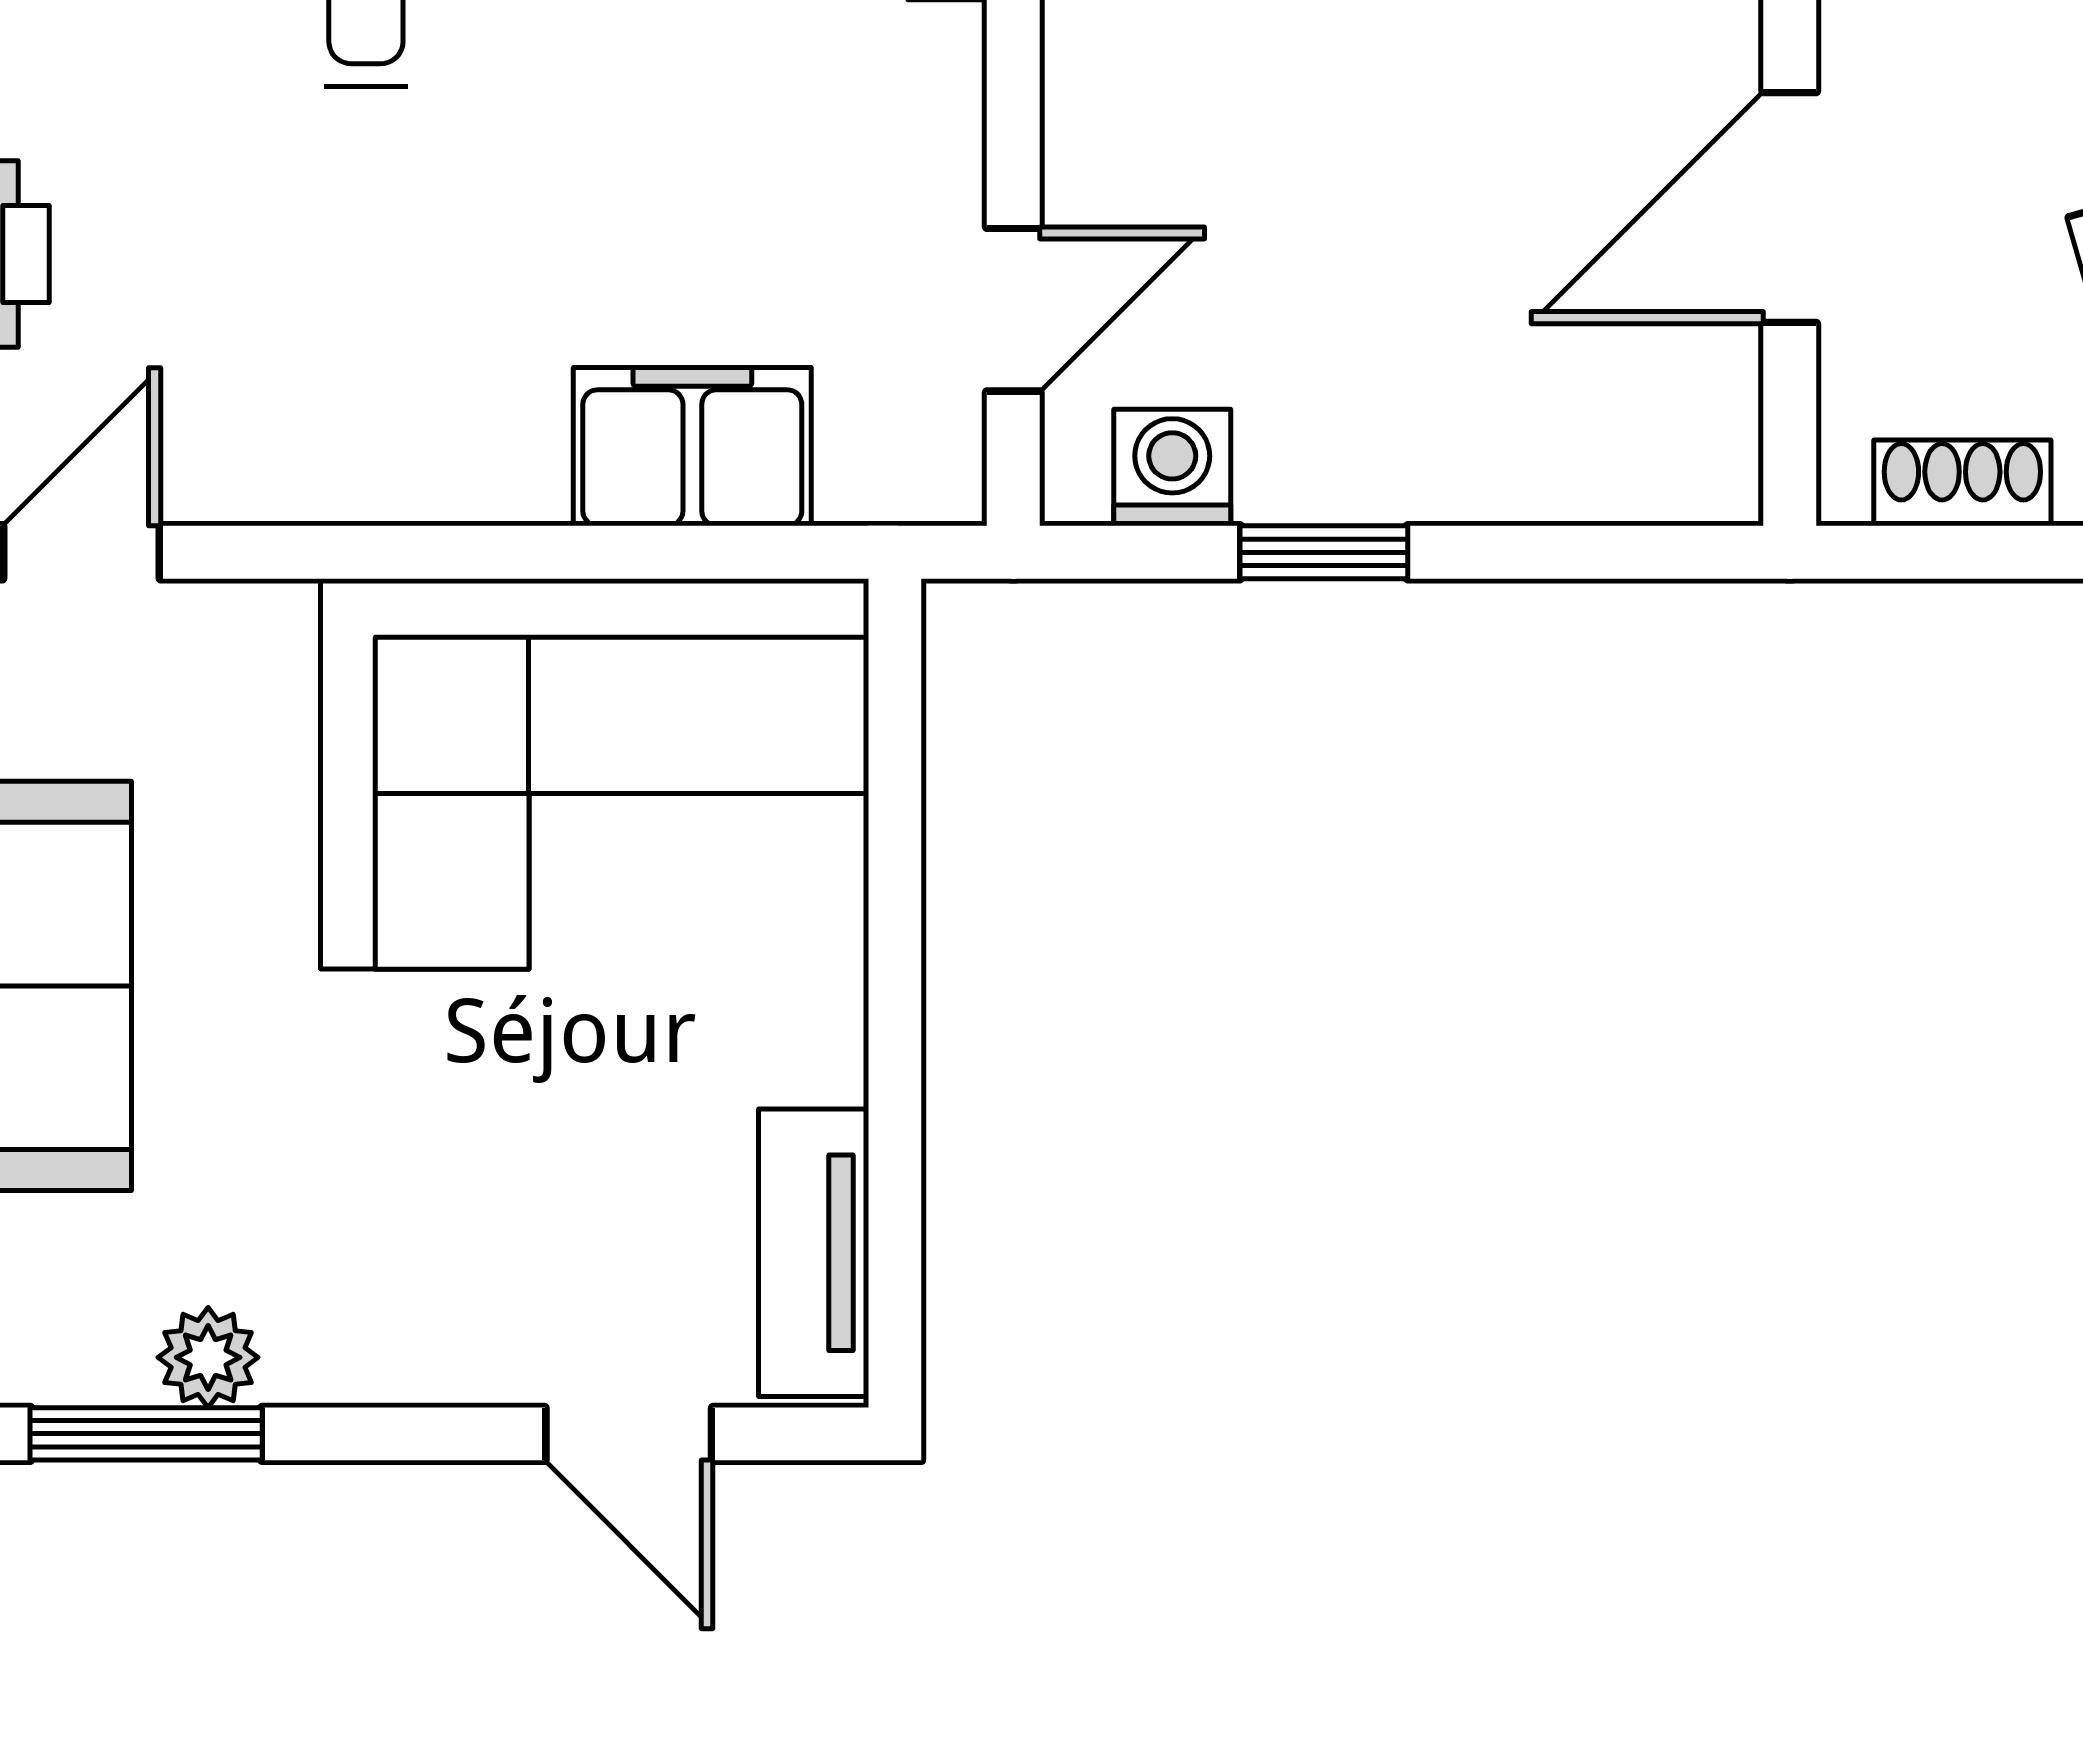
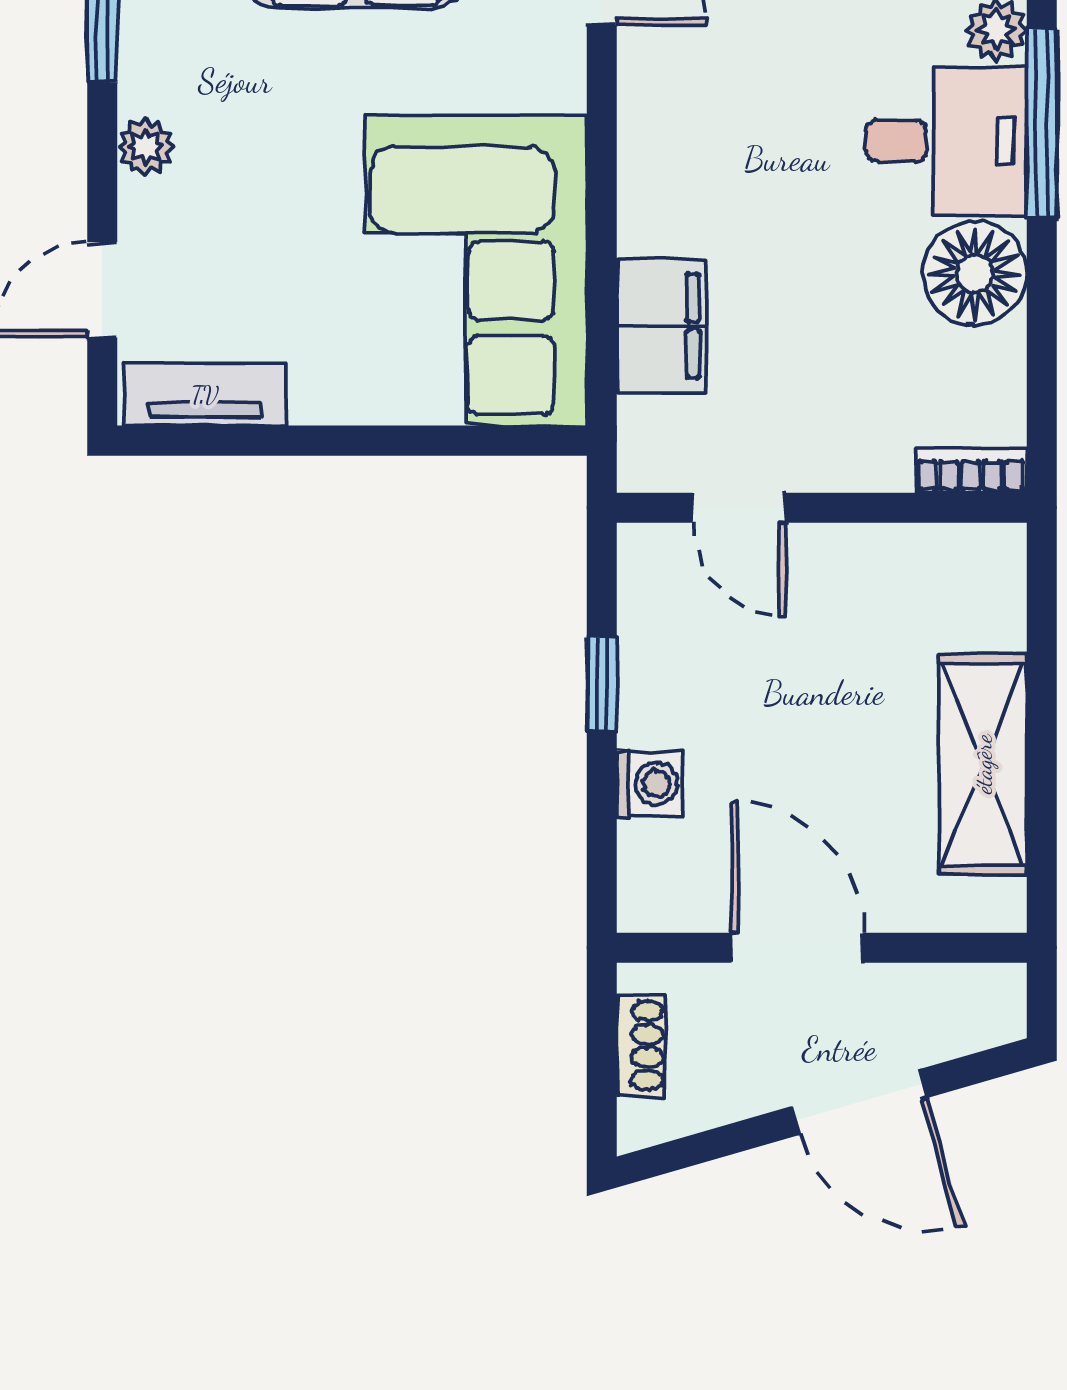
washing machine: (1172, 468) -> (650, 784), moved
plant: (208, 1357) -> (145, 147), moved

